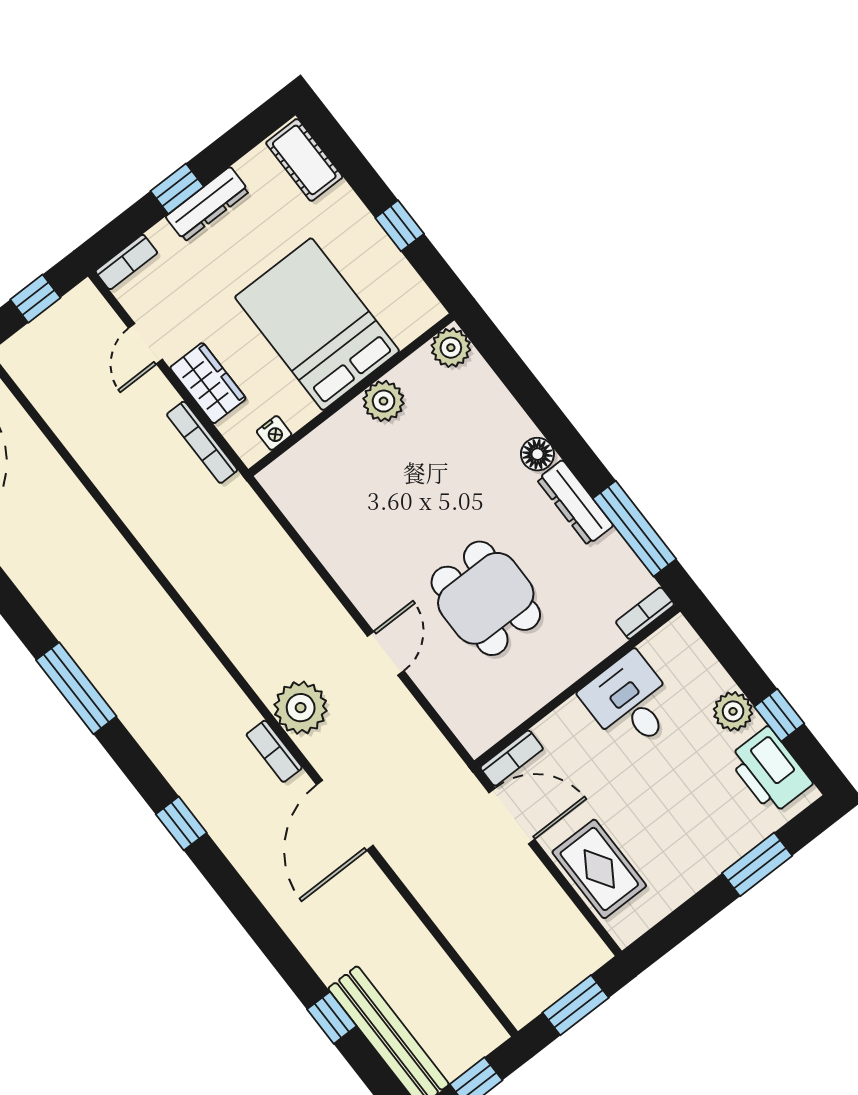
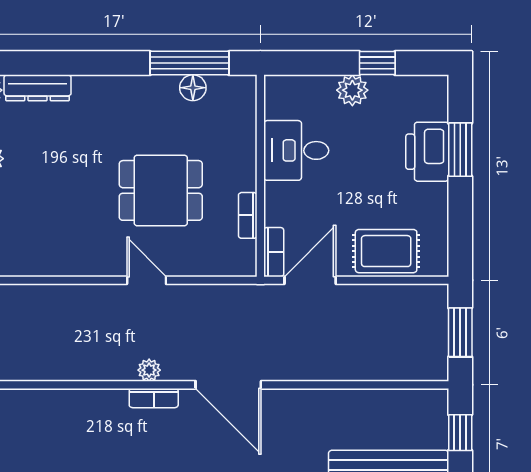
floor lamp: (537, 454) -> (193, 88), moved
dresser: (575, 503) -> (38, 88), moved
bookcase: (645, 613) -> (248, 215), moved
plant: (301, 708) -> (149, 370), width x0.53, depth x0.53
printer: (770, 771) -> (427, 152), moved, turned 90

